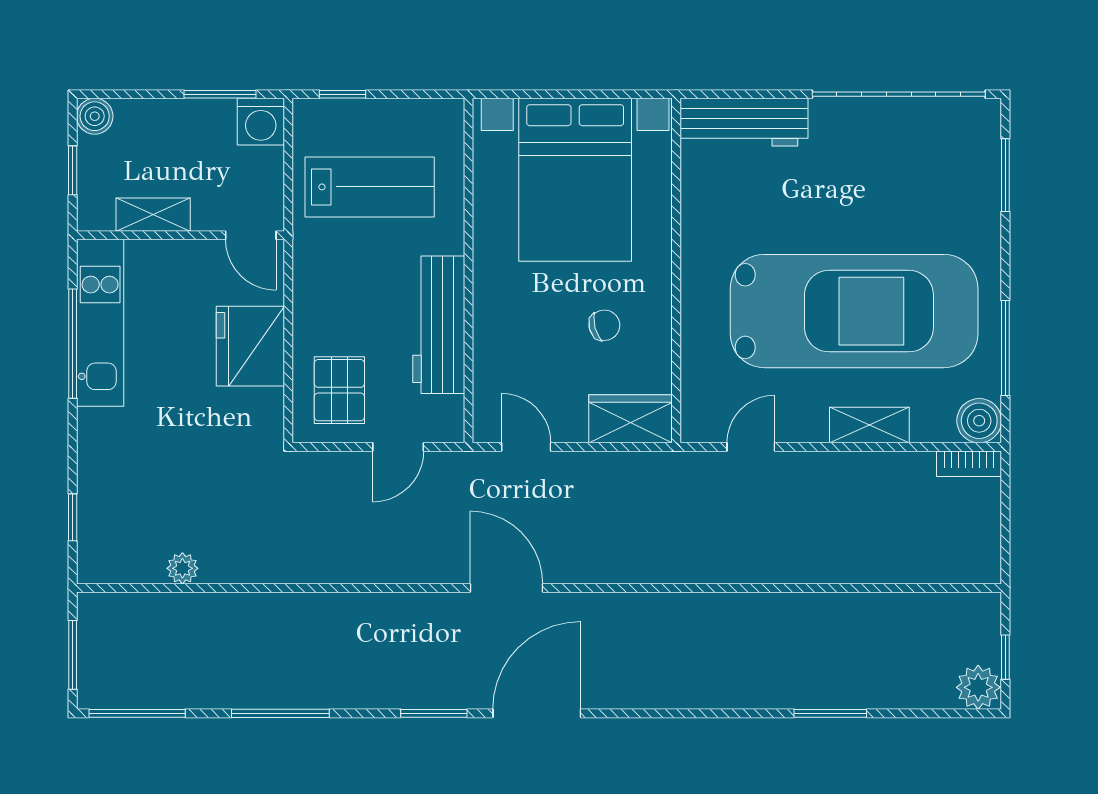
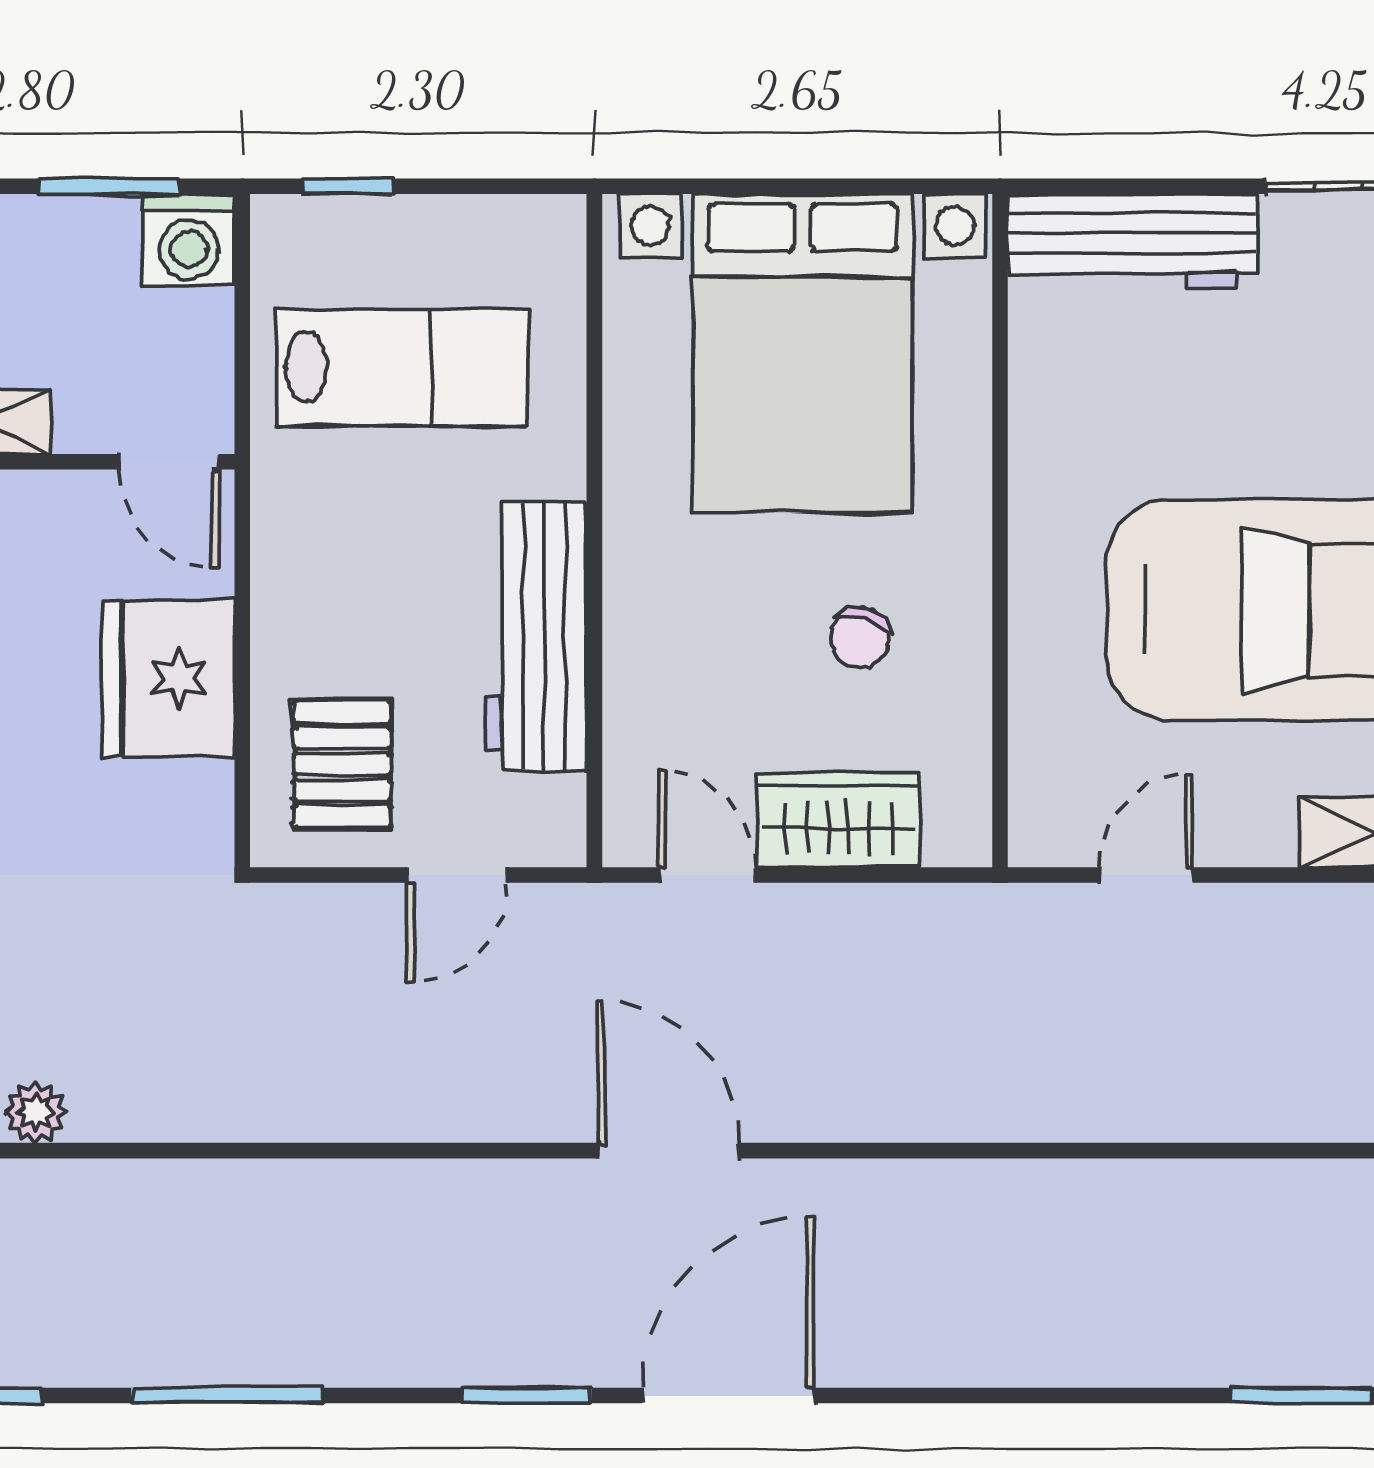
chair: (604, 325) -> (860, 638), turned 121
wardrobe: (631, 419) -> (838, 820), moved

